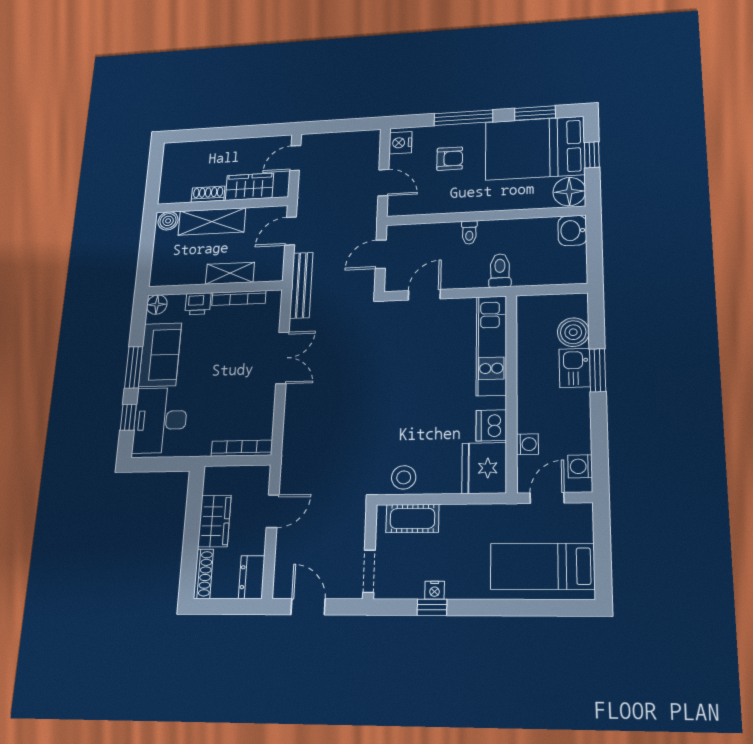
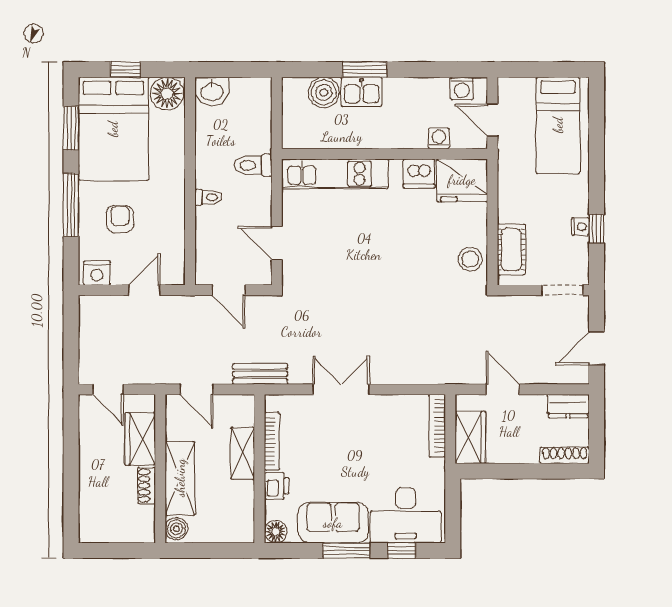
bench: (301, 285) -> (260, 374), width x0.73
wardrobe: (214, 521) -> (470, 438), moved, turned 90

